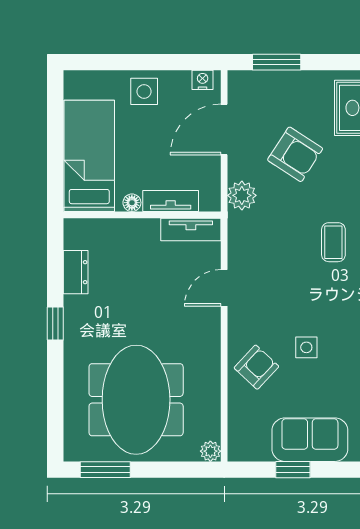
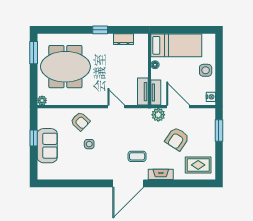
door: (224, 130) -> (178, 107), moved
tv unit: (171, 201) -> (156, 92), moved

